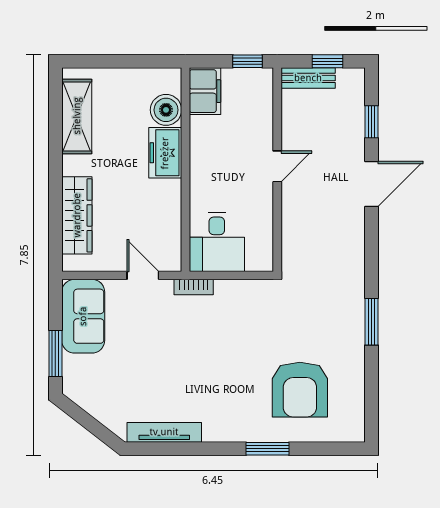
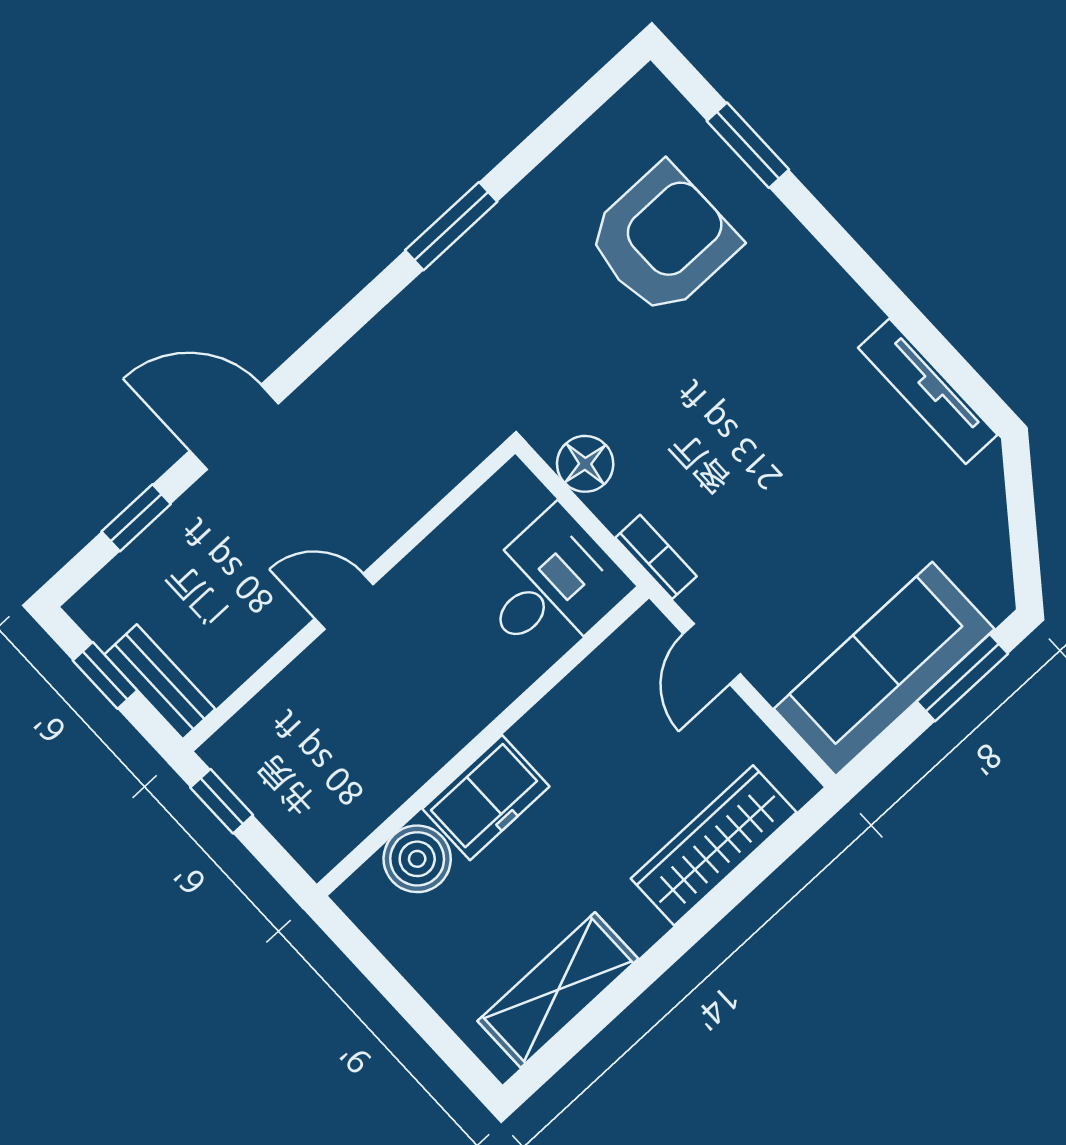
filing cabinet: (205, 91) -> (331, 825), removed
floor lamp: (248, 292) -> (585, 464), added
sofa: (83, 316) -> (884, 669), width x1.36
window: (268, 449) -> (748, 145), moved

